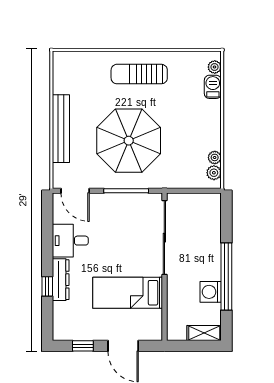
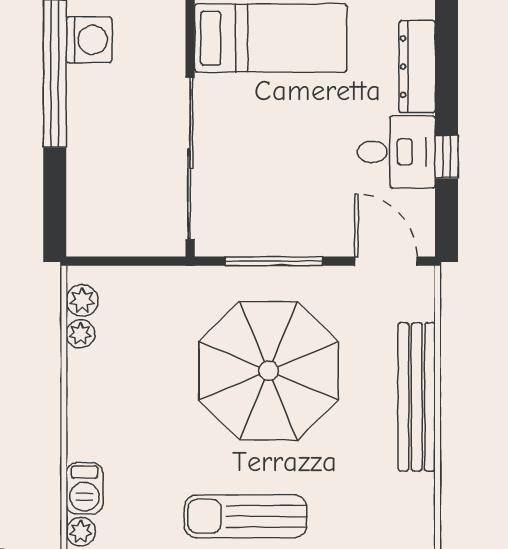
sun lounger: (139, 74) -> (245, 516), turned 180
window: (47, 286) -> (447, 157), moved

